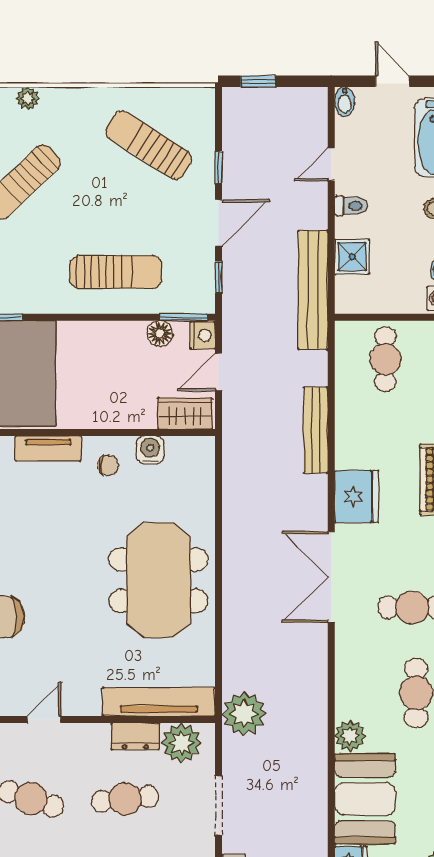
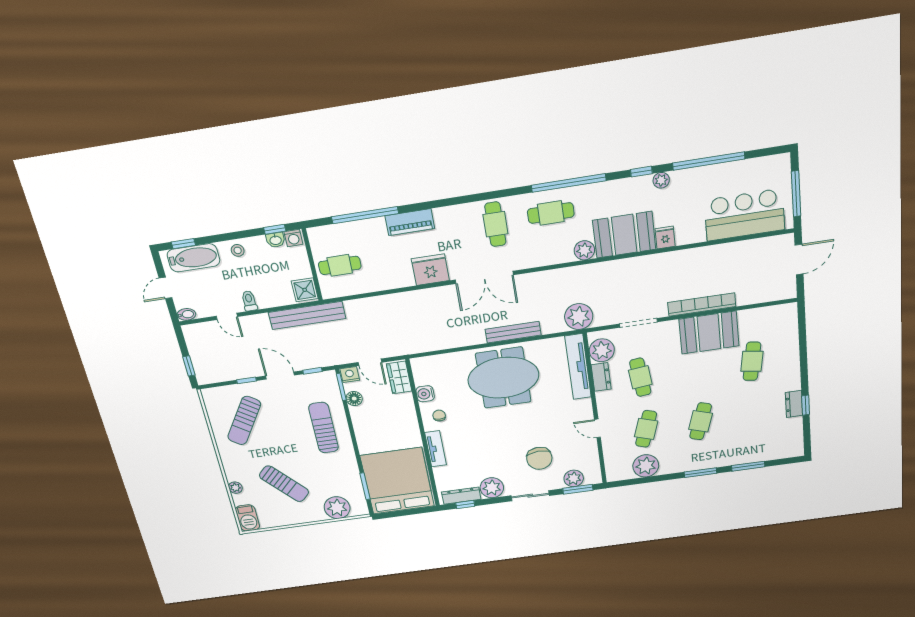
shower: (352, 257) -> (305, 290), moved
bench: (316, 430) -> (513, 332), moved

